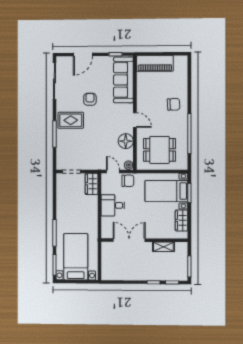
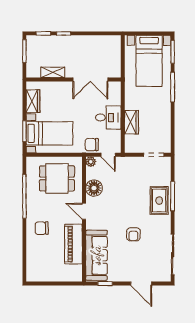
door: (83, 54) -> (141, 284), swing flipped
piano: (155, 64) -> (73, 244), moved, turned -90
rug: (71, 120) -> (159, 201), moved, turned 90
wardrobe: (92, 184) -> (131, 122), moved

